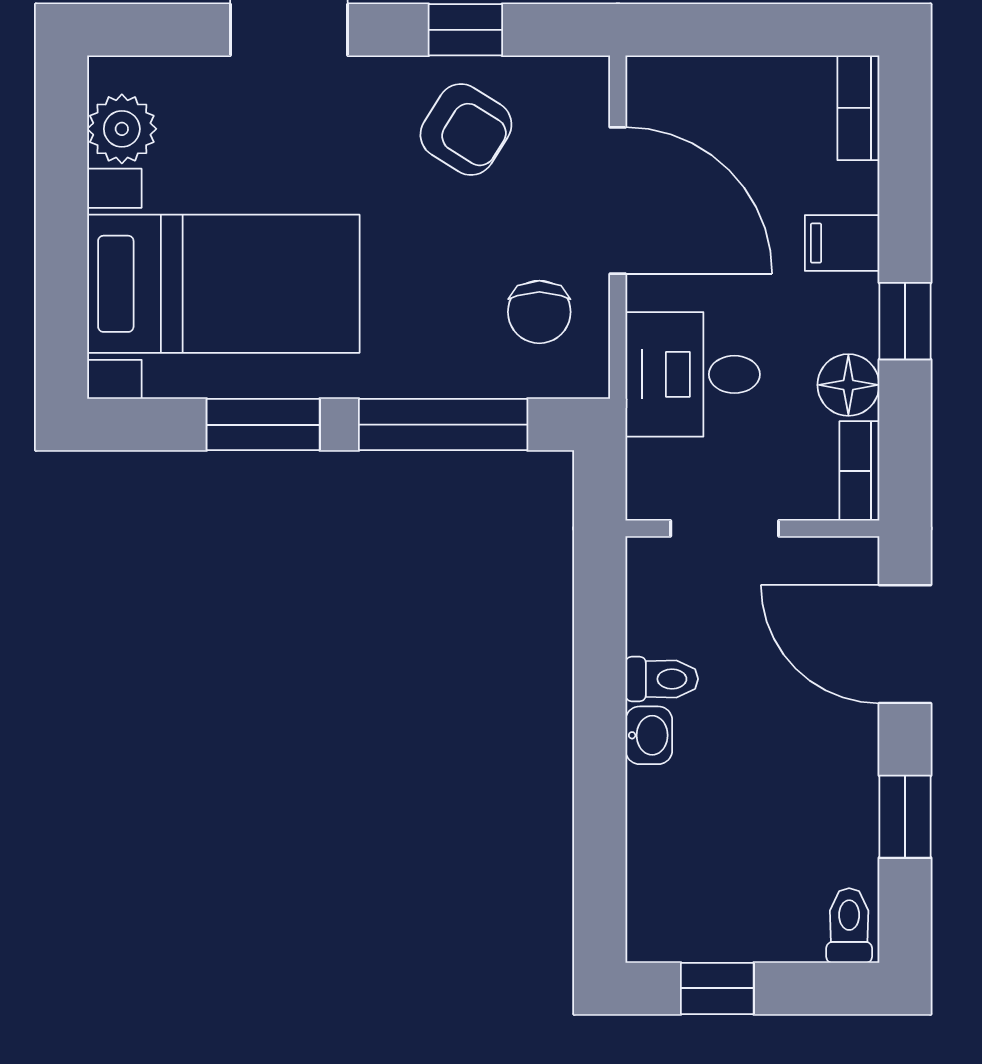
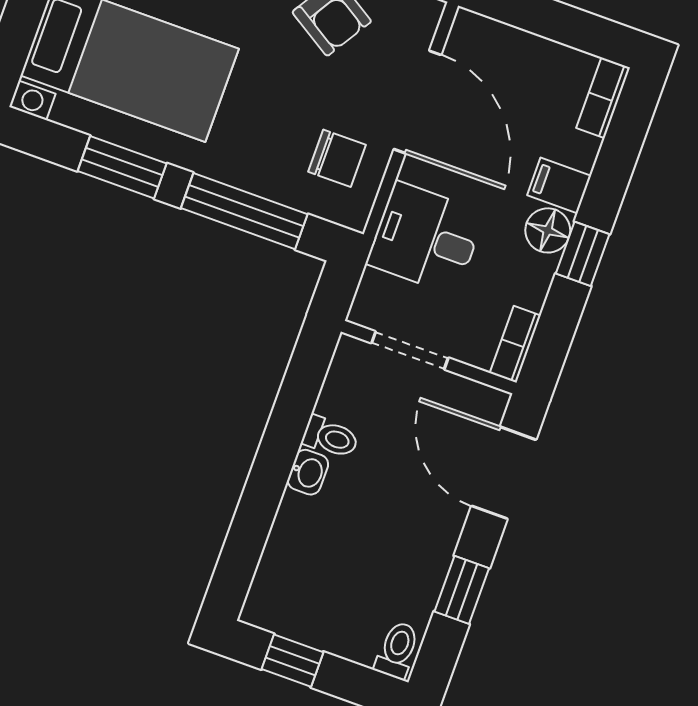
chair: (539, 312) -> (337, 158), turned -90
floor lamp: (848, 385) -> (548, 230), moved

